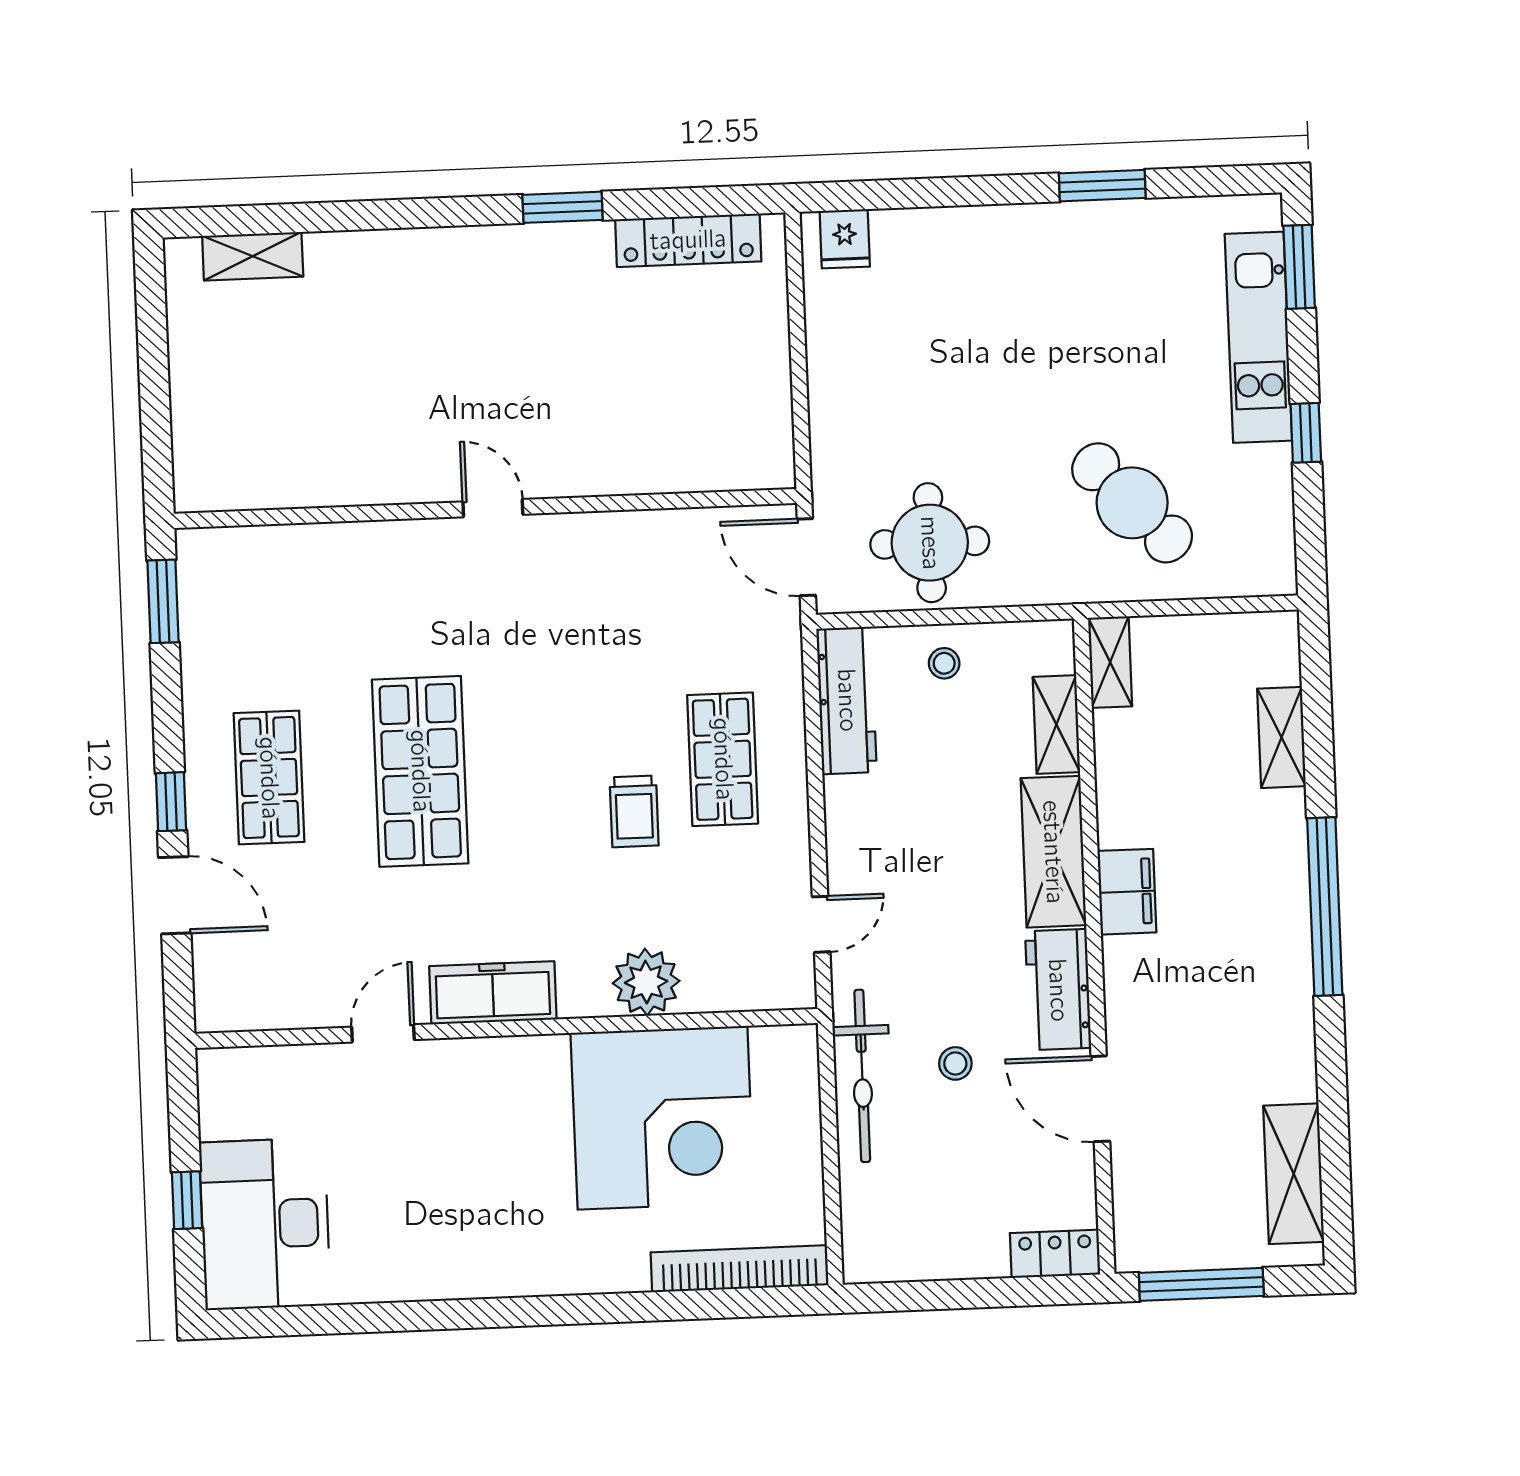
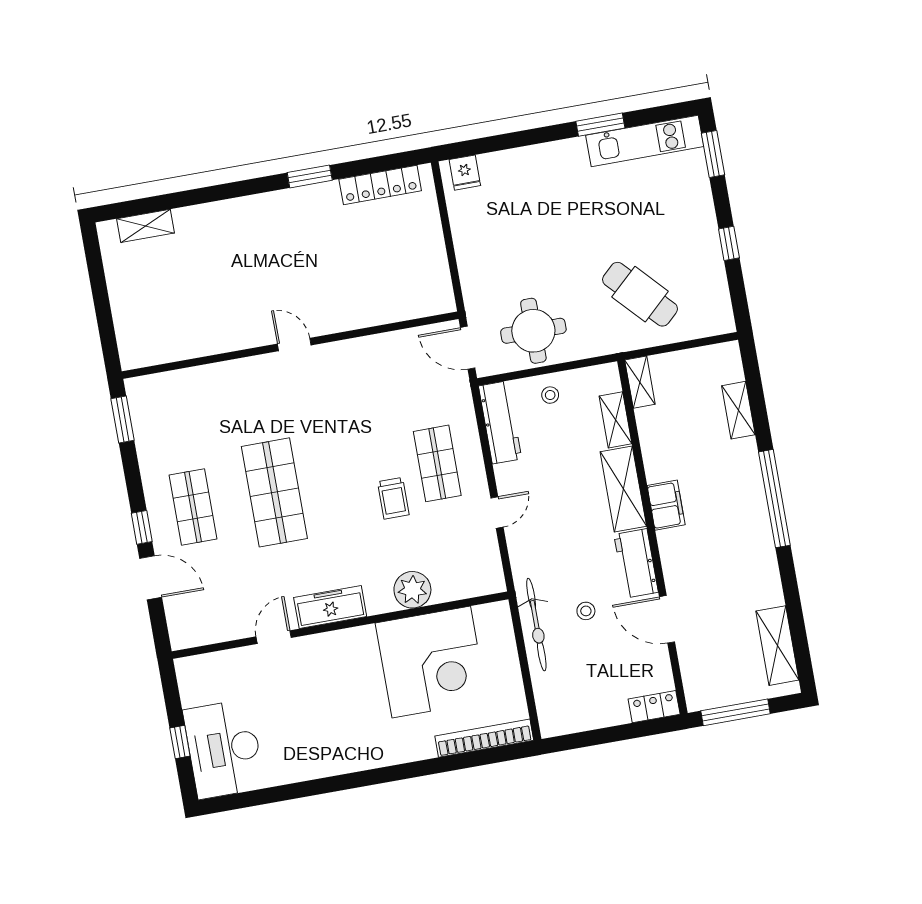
kitchen unit: (1258, 337) -> (645, 141), moved, turned -90
door: (821, 924) -> (497, 513), moved

